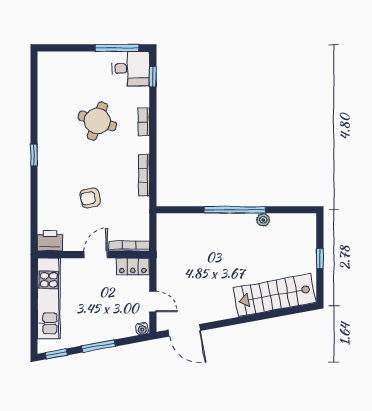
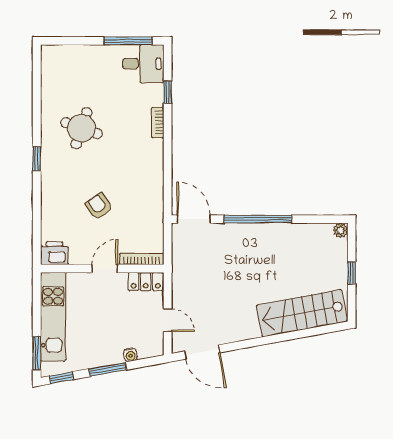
window: (153, 77) -> (168, 92), moved
round table: (97, 121) -> (81, 128), moved
bookcase: (144, 175) -> (158, 181), removed
armchair: (90, 198) -> (99, 206), turned 66
door: (176, 210) -> (194, 219), added
plant: (263, 220) -> (341, 230), moved
water cooler: (142, 329) -> (130, 355), moved
window: (34, 331) -> (37, 353), added

